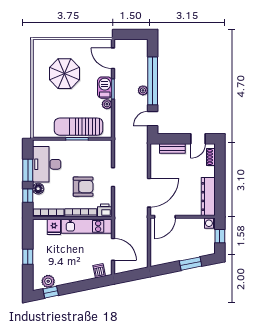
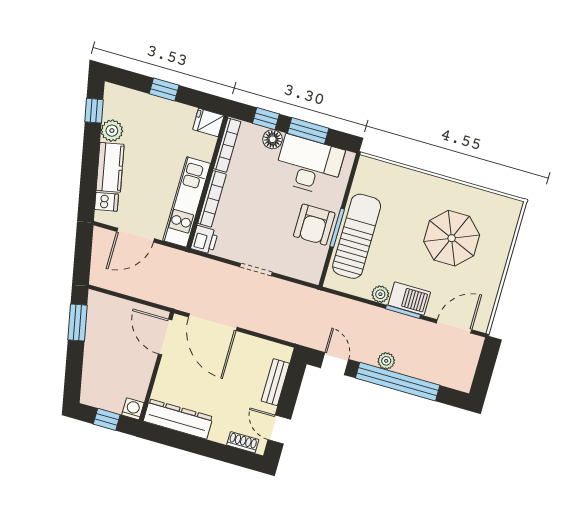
armchair: (83, 187) -> (314, 225), moved
fridge: (54, 227) -> (208, 122), moved
window: (191, 264) -> (77, 322), moved
kitchen counter: (80, 274) -> (110, 167), added
plant: (48, 281) -> (112, 131), moved

